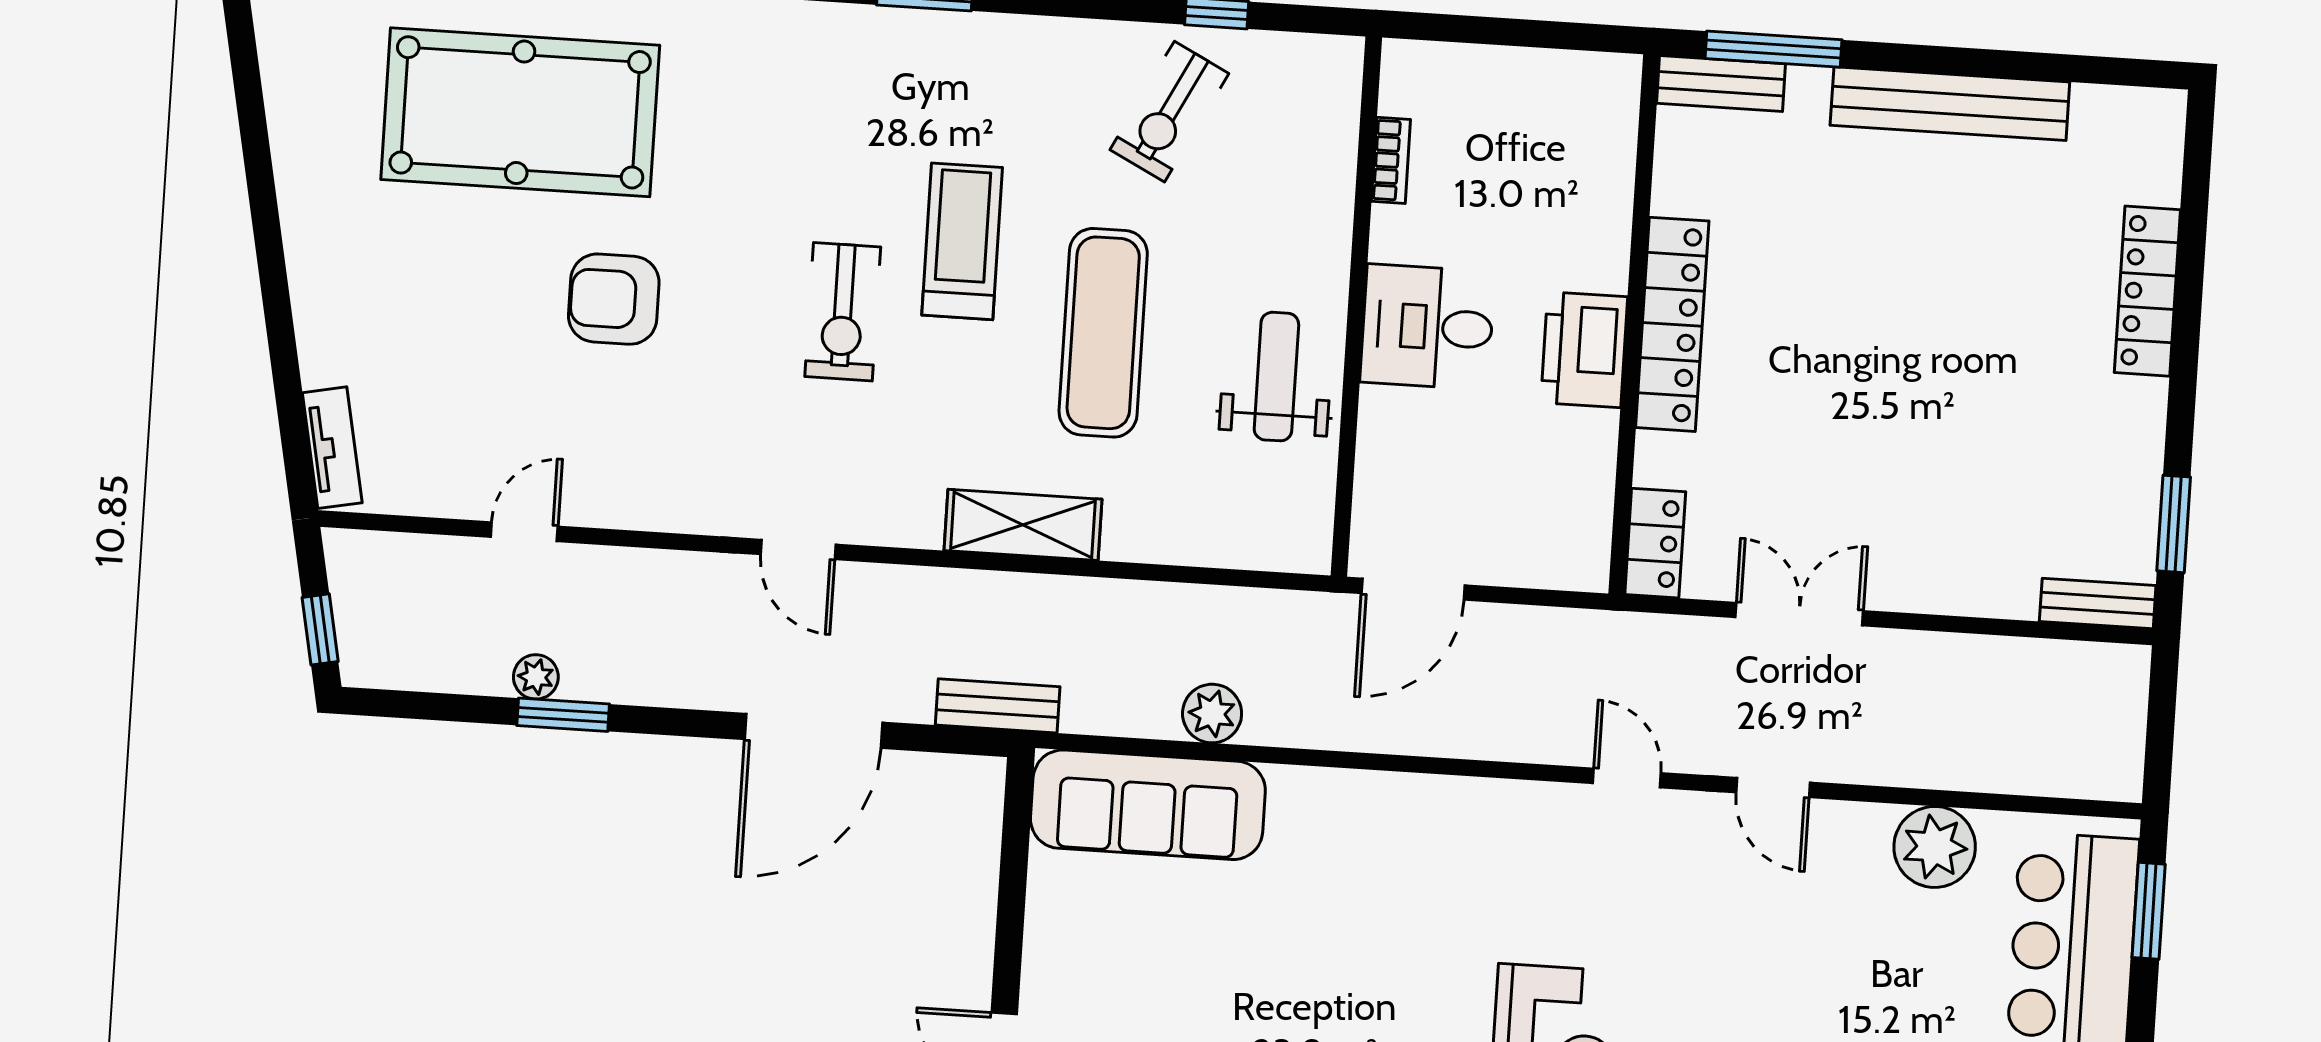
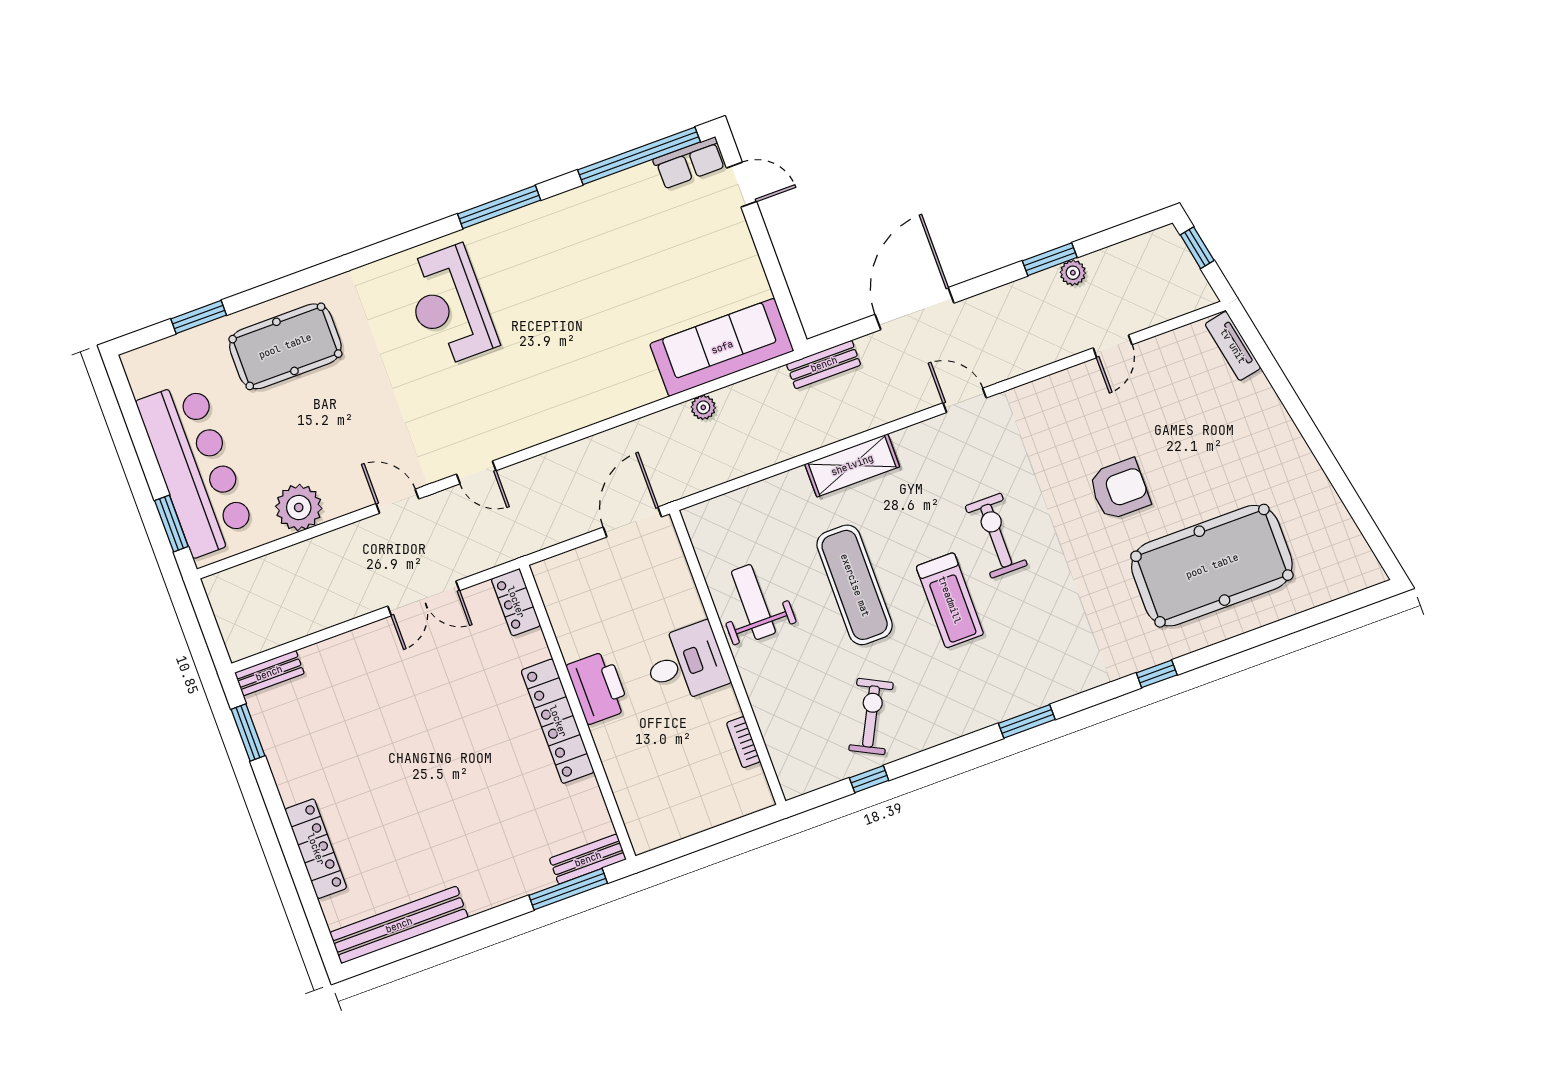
bench: (1950, 104) -> (399, 925), moved
weight bench: (1276, 377) -> (753, 602), turned 180
plant: (1212, 714) -> (703, 407), width x0.73, depth x0.73

